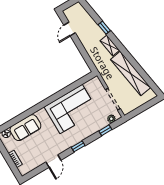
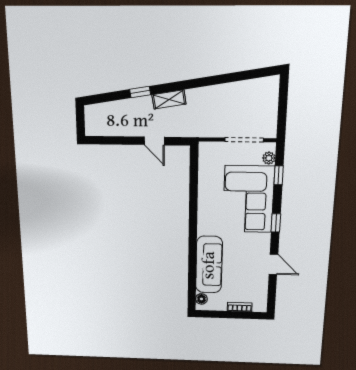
door: (70, 29) -> (154, 141), moved
shelving: (131, 73) -> (225, 94), removed
corner sofa: (71, 109) -> (248, 199), moved, turned 180
sofa: (25, 128) -> (209, 265), width x1.36

